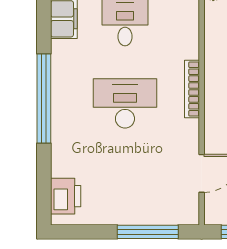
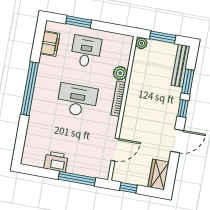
plant: (187, 46) -> (120, 73), added
printer: (66, 196) -> (56, 161), moved, turned -90

